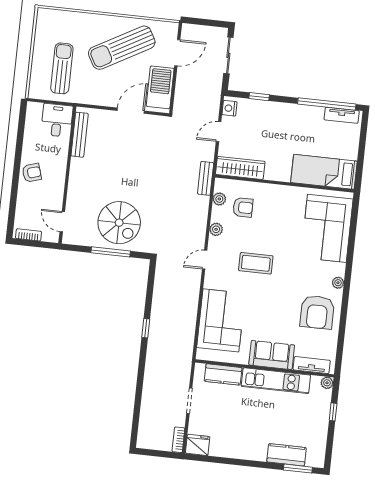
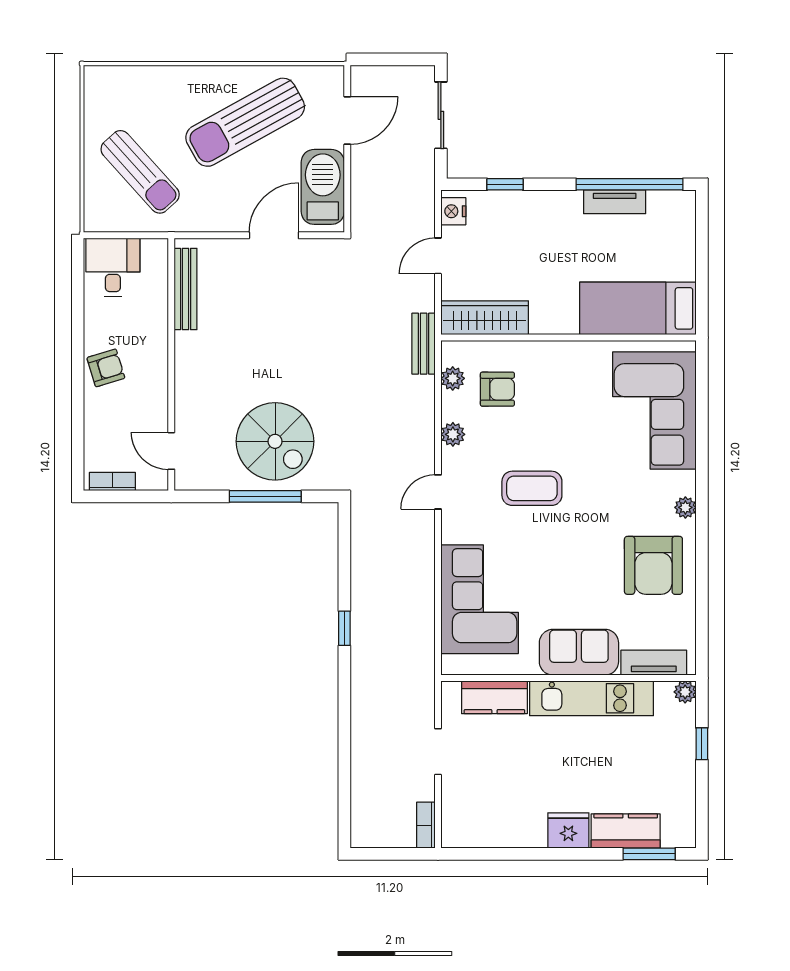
sun lounger: (62, 68) -> (140, 172), turned 138
tv unit: (342, 115) -> (615, 202), moved
desk: (57, 120) -> (113, 267), moved
fridge: (198, 445) -> (568, 831), moved

